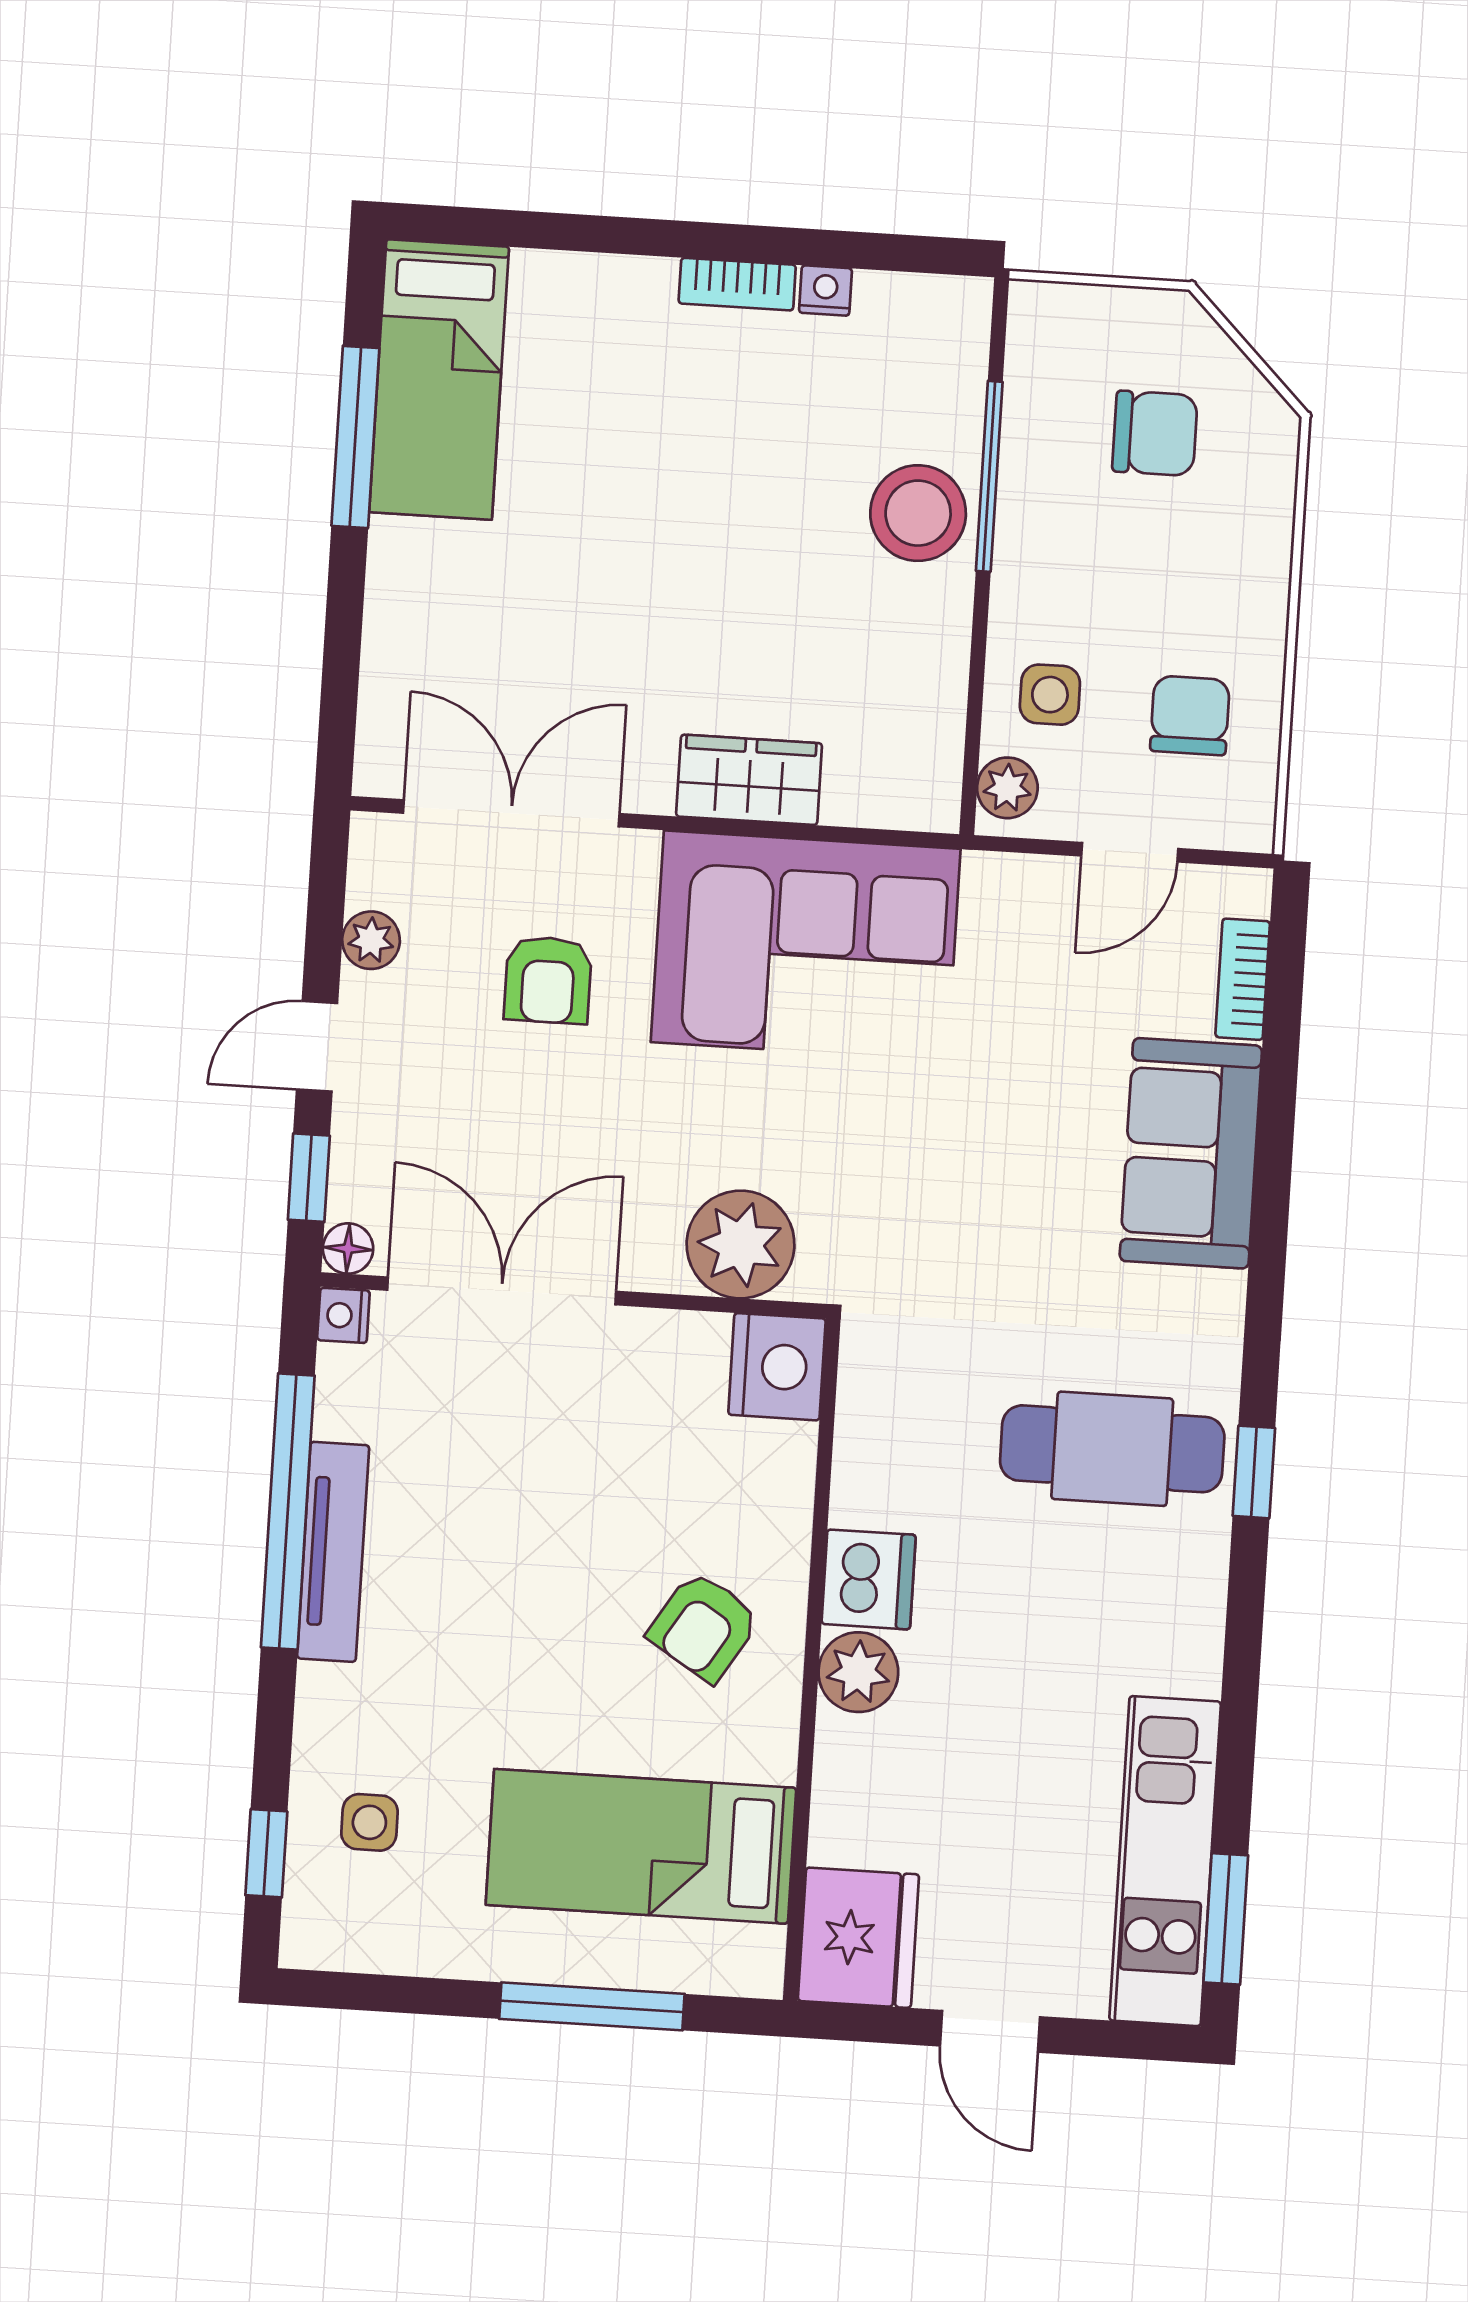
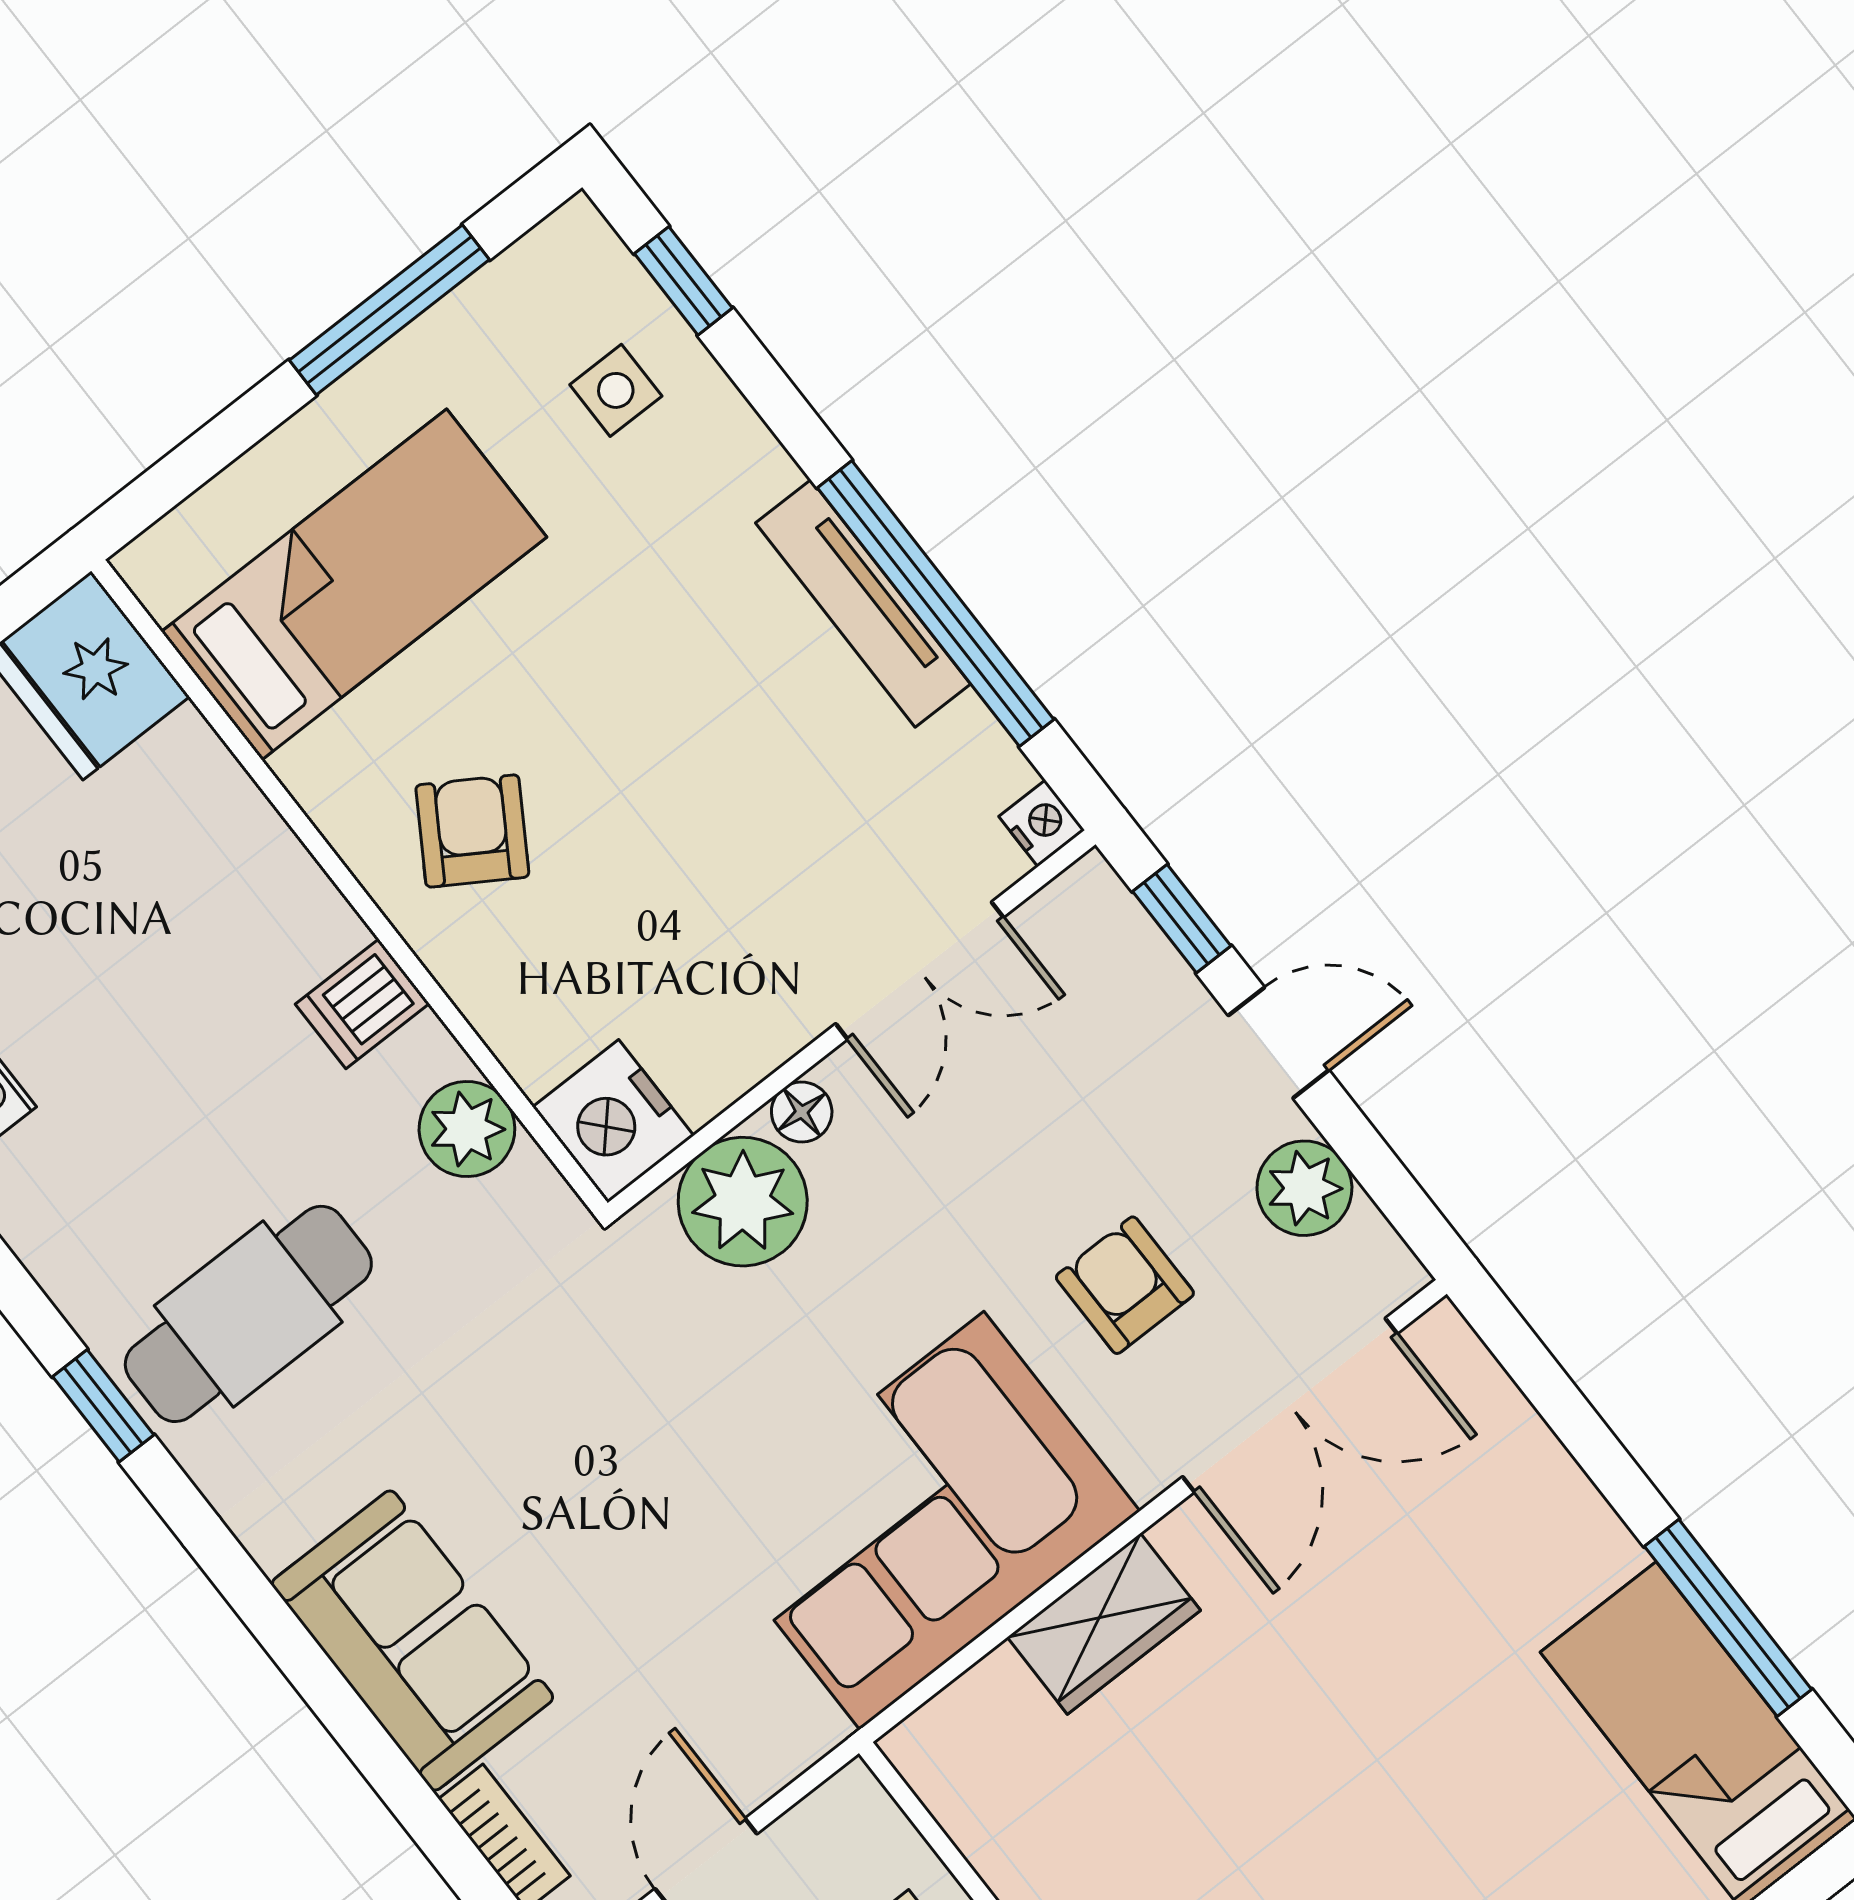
plant: (1007, 788) -> (867, 1822), removed
plant: (371, 940) -> (1304, 1188), width x1.38, depth x1.38
door: (317, 1046) -> (1279, 1043), hinge flipped
floor lamp: (348, 1249) -> (802, 1112), moved
double door: (502, 1291) -> (919, 971), width x0.73
dishwasher: (869, 1579) -> (362, 1004), width x0.73
plant: (858, 1672) -> (467, 1129), moved
window: (592, 2006) -> (389, 310), moved

